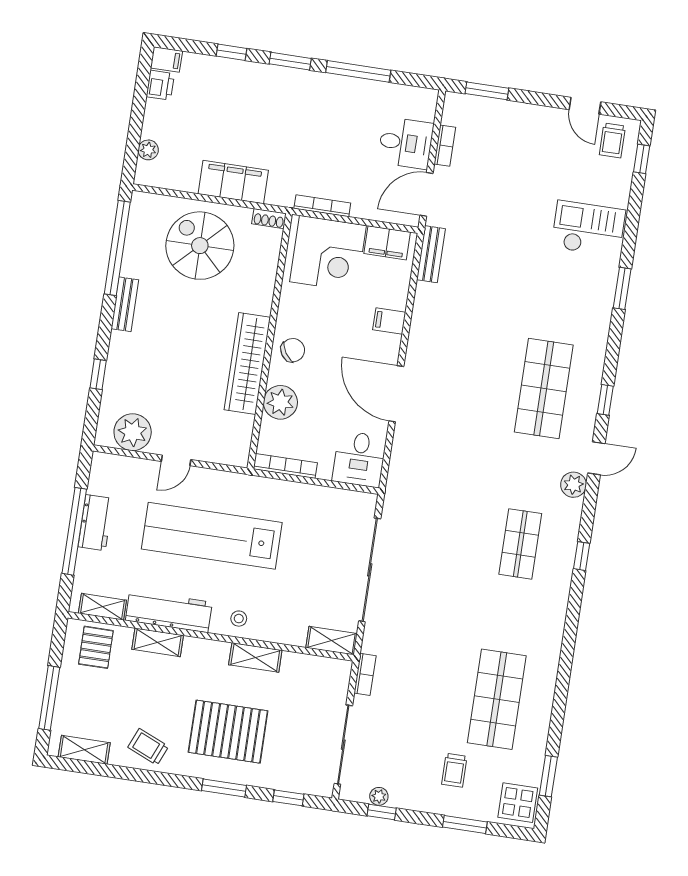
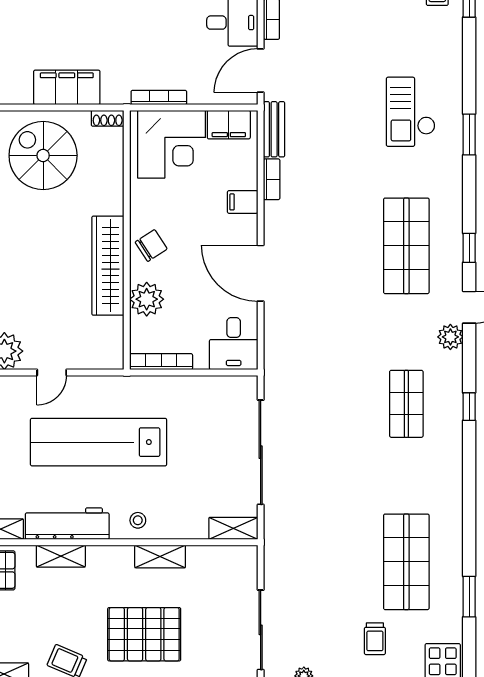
checkout: (588, 229) -> (411, 112), moved, turned -90
bookcase: (365, 674) -> (272, 179), moved
window: (548, 776) -> (469, 597), moved

